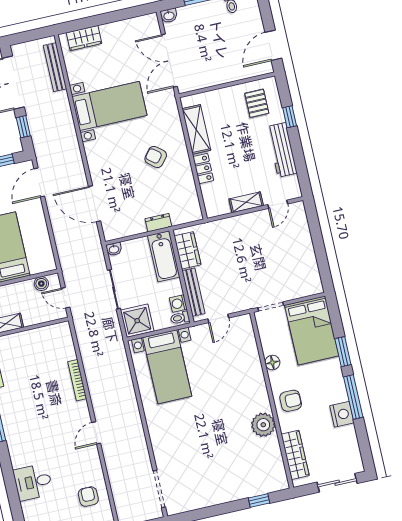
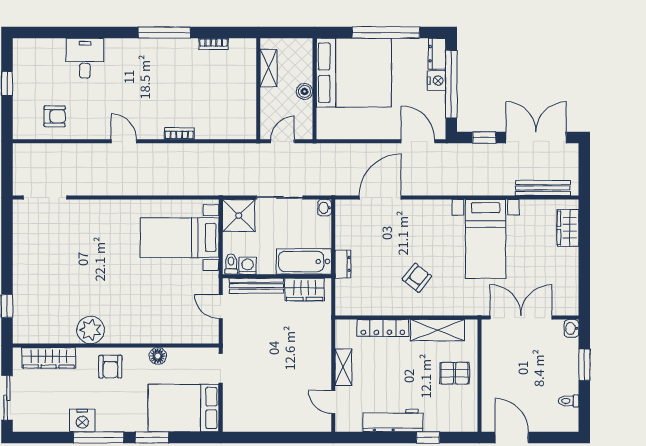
pallet: (257, 103) -> (455, 373), moved
locker: (203, 169) -> (383, 328), width x1.53
boiler: (41, 284) -> (304, 91), moved
bookcase: (77, 380) -> (179, 133), width x0.64

